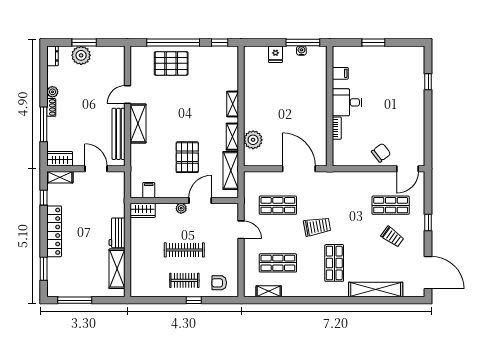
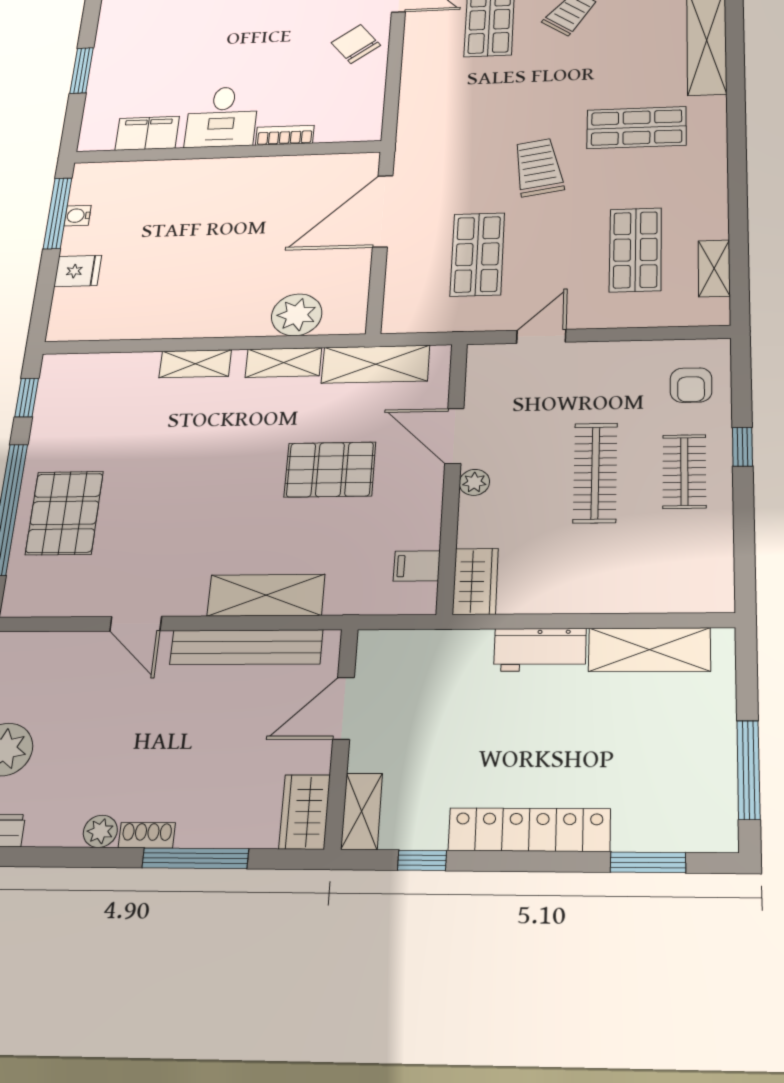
filing cabinet: (340, 73) -> (147, 133), width x2.00
shelving: (138, 124) -> (266, 595), moved

